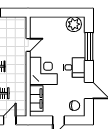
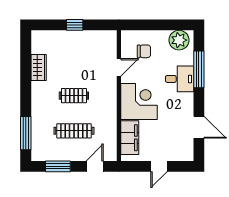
desk: (74, 67) -> (180, 79), moved
chair: (75, 106) -> (144, 51), moved

